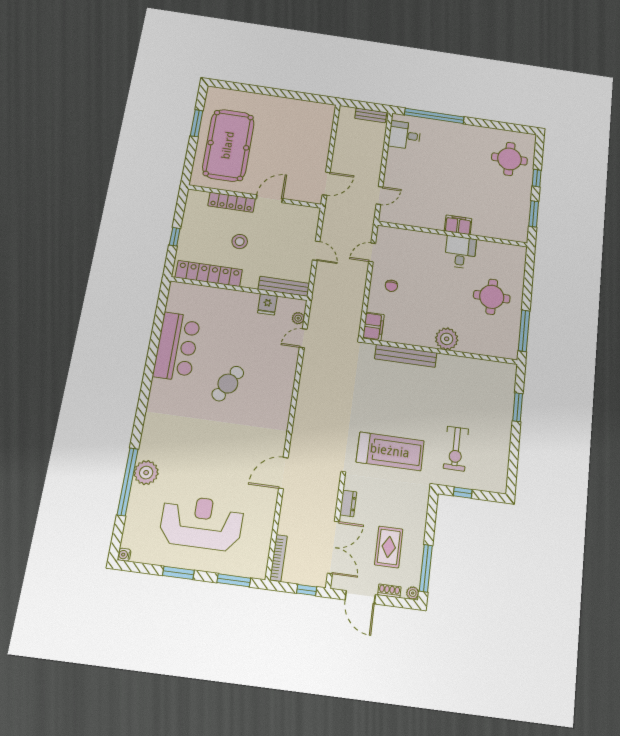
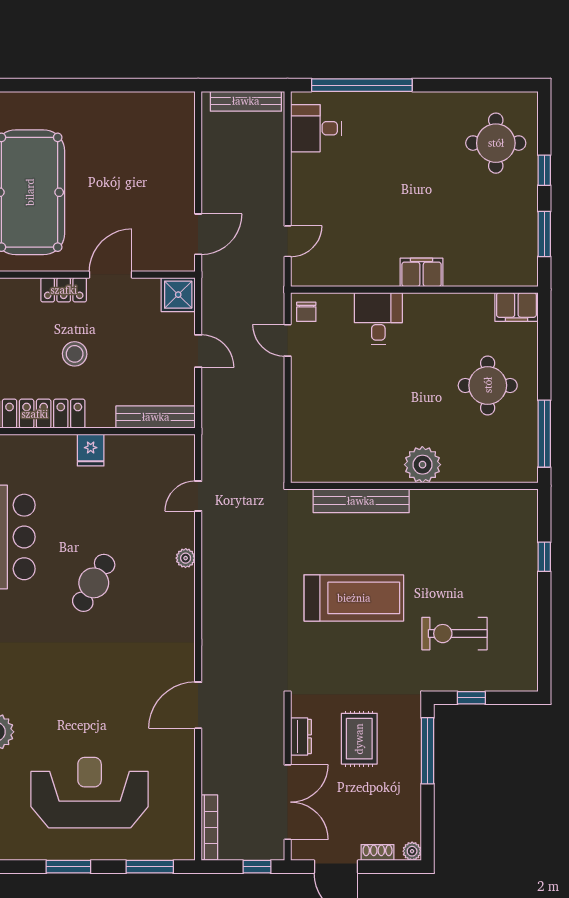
bench: (371, 115) -> (246, 101), width x1.36
locker: (232, 202) -> (64, 290), width x0.66
shower: (309, 216) -> (178, 295), added
door: (372, 252) -> (288, 340), hinge flipped
desk: (460, 252) -> (378, 318), moved
chair: (391, 286) -> (306, 312), moved
fridge: (267, 304) -> (91, 450), moved
plant: (298, 318) -> (186, 558), moved
filing cabinet: (373, 326) -> (516, 307), moved, turned 90
window: (518, 407) -> (544, 557), width x0.67
exercise bike: (456, 449) -> (454, 634), turned 90
treadmill: (390, 451) -> (354, 598), moved
rug: (389, 547) -> (359, 739), moved
window: (426, 568) -> (427, 751), moved

